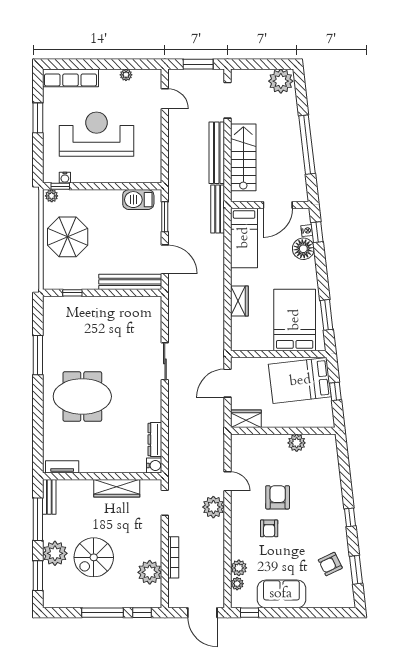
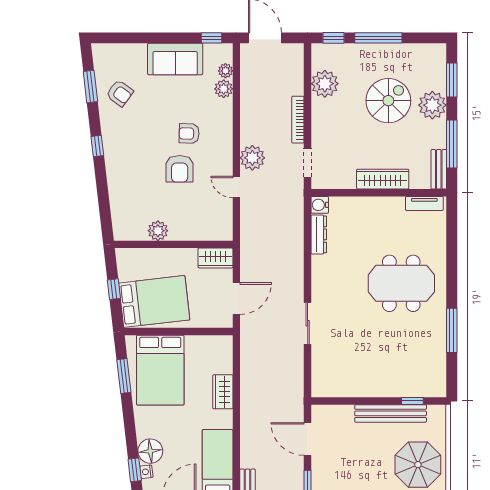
bench: (130, 282) -> (391, 413), moved
wardrobe: (117, 488) -> (383, 179), moved
armchair: (269, 528) -> (189, 134), turned -88
bookcase: (173, 557) -> (298, 120), moved
armchair: (330, 564) -> (120, 93), turned 62

